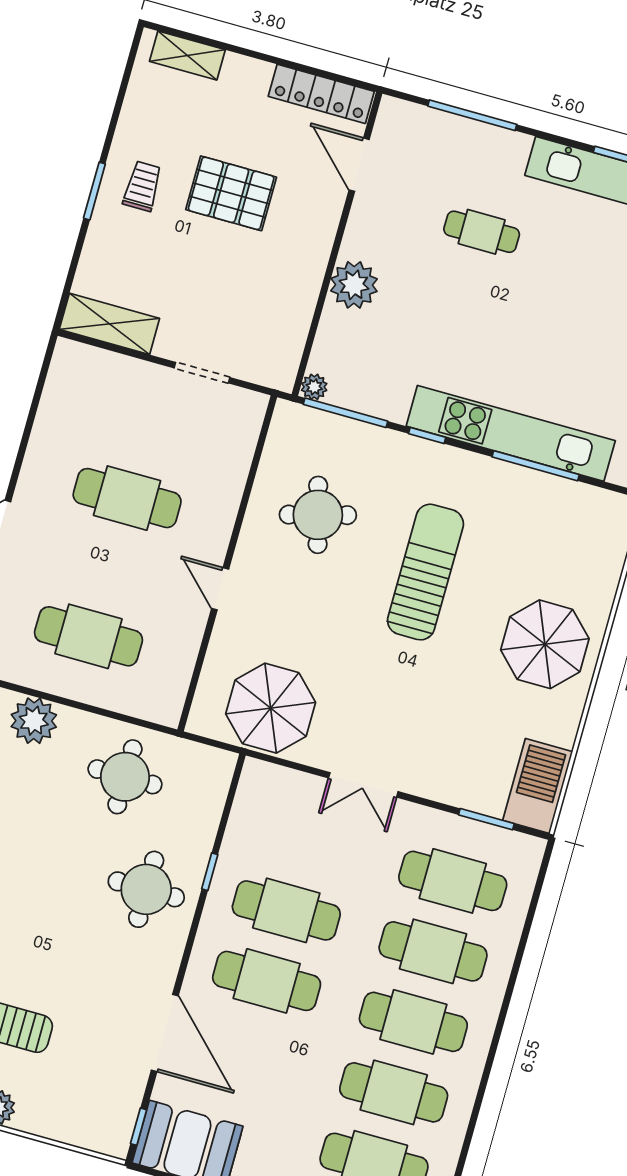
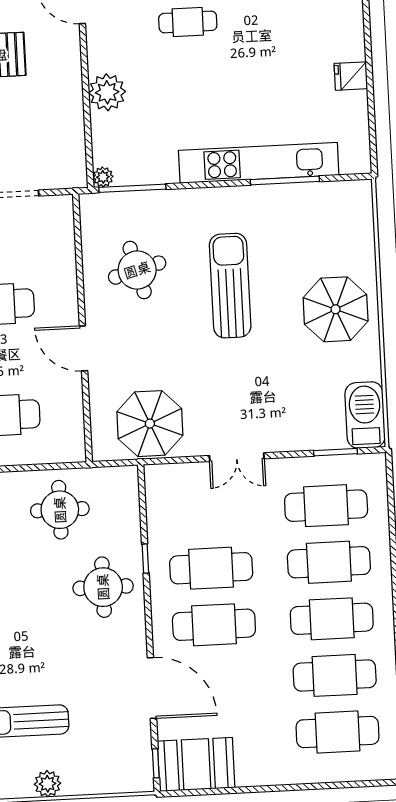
window: (427, 436) -> (198, 185), removed
door: (220, 589) -> (84, 348), width x1.38

